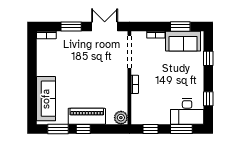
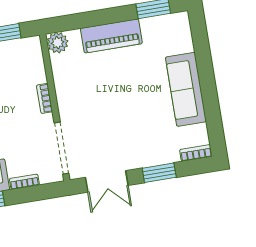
sofa: (46, 99) -> (186, 89), moved
window: (83, 129) -> (114, 15), removed

